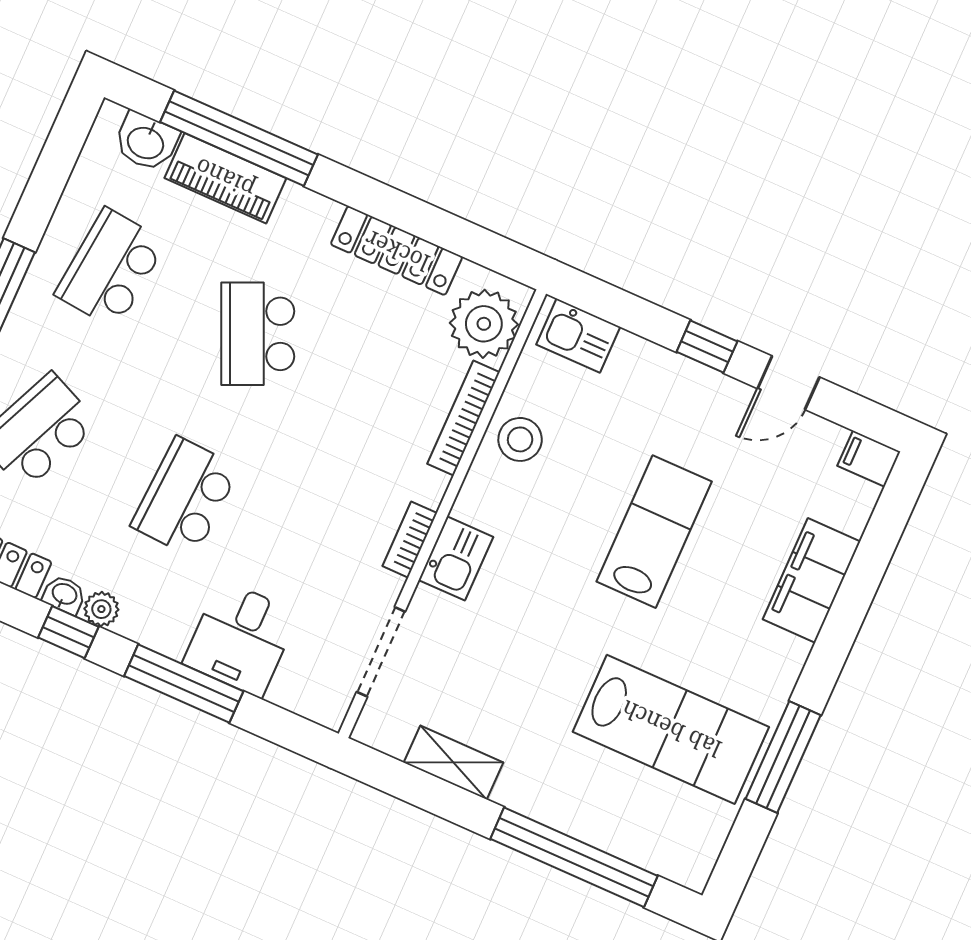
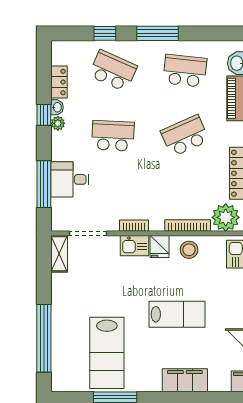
fridge: (483, 503) -> (159, 247), added
window: (184, 684) -> (44, 184), moved
shelving: (454, 763) -> (59, 254), moved

